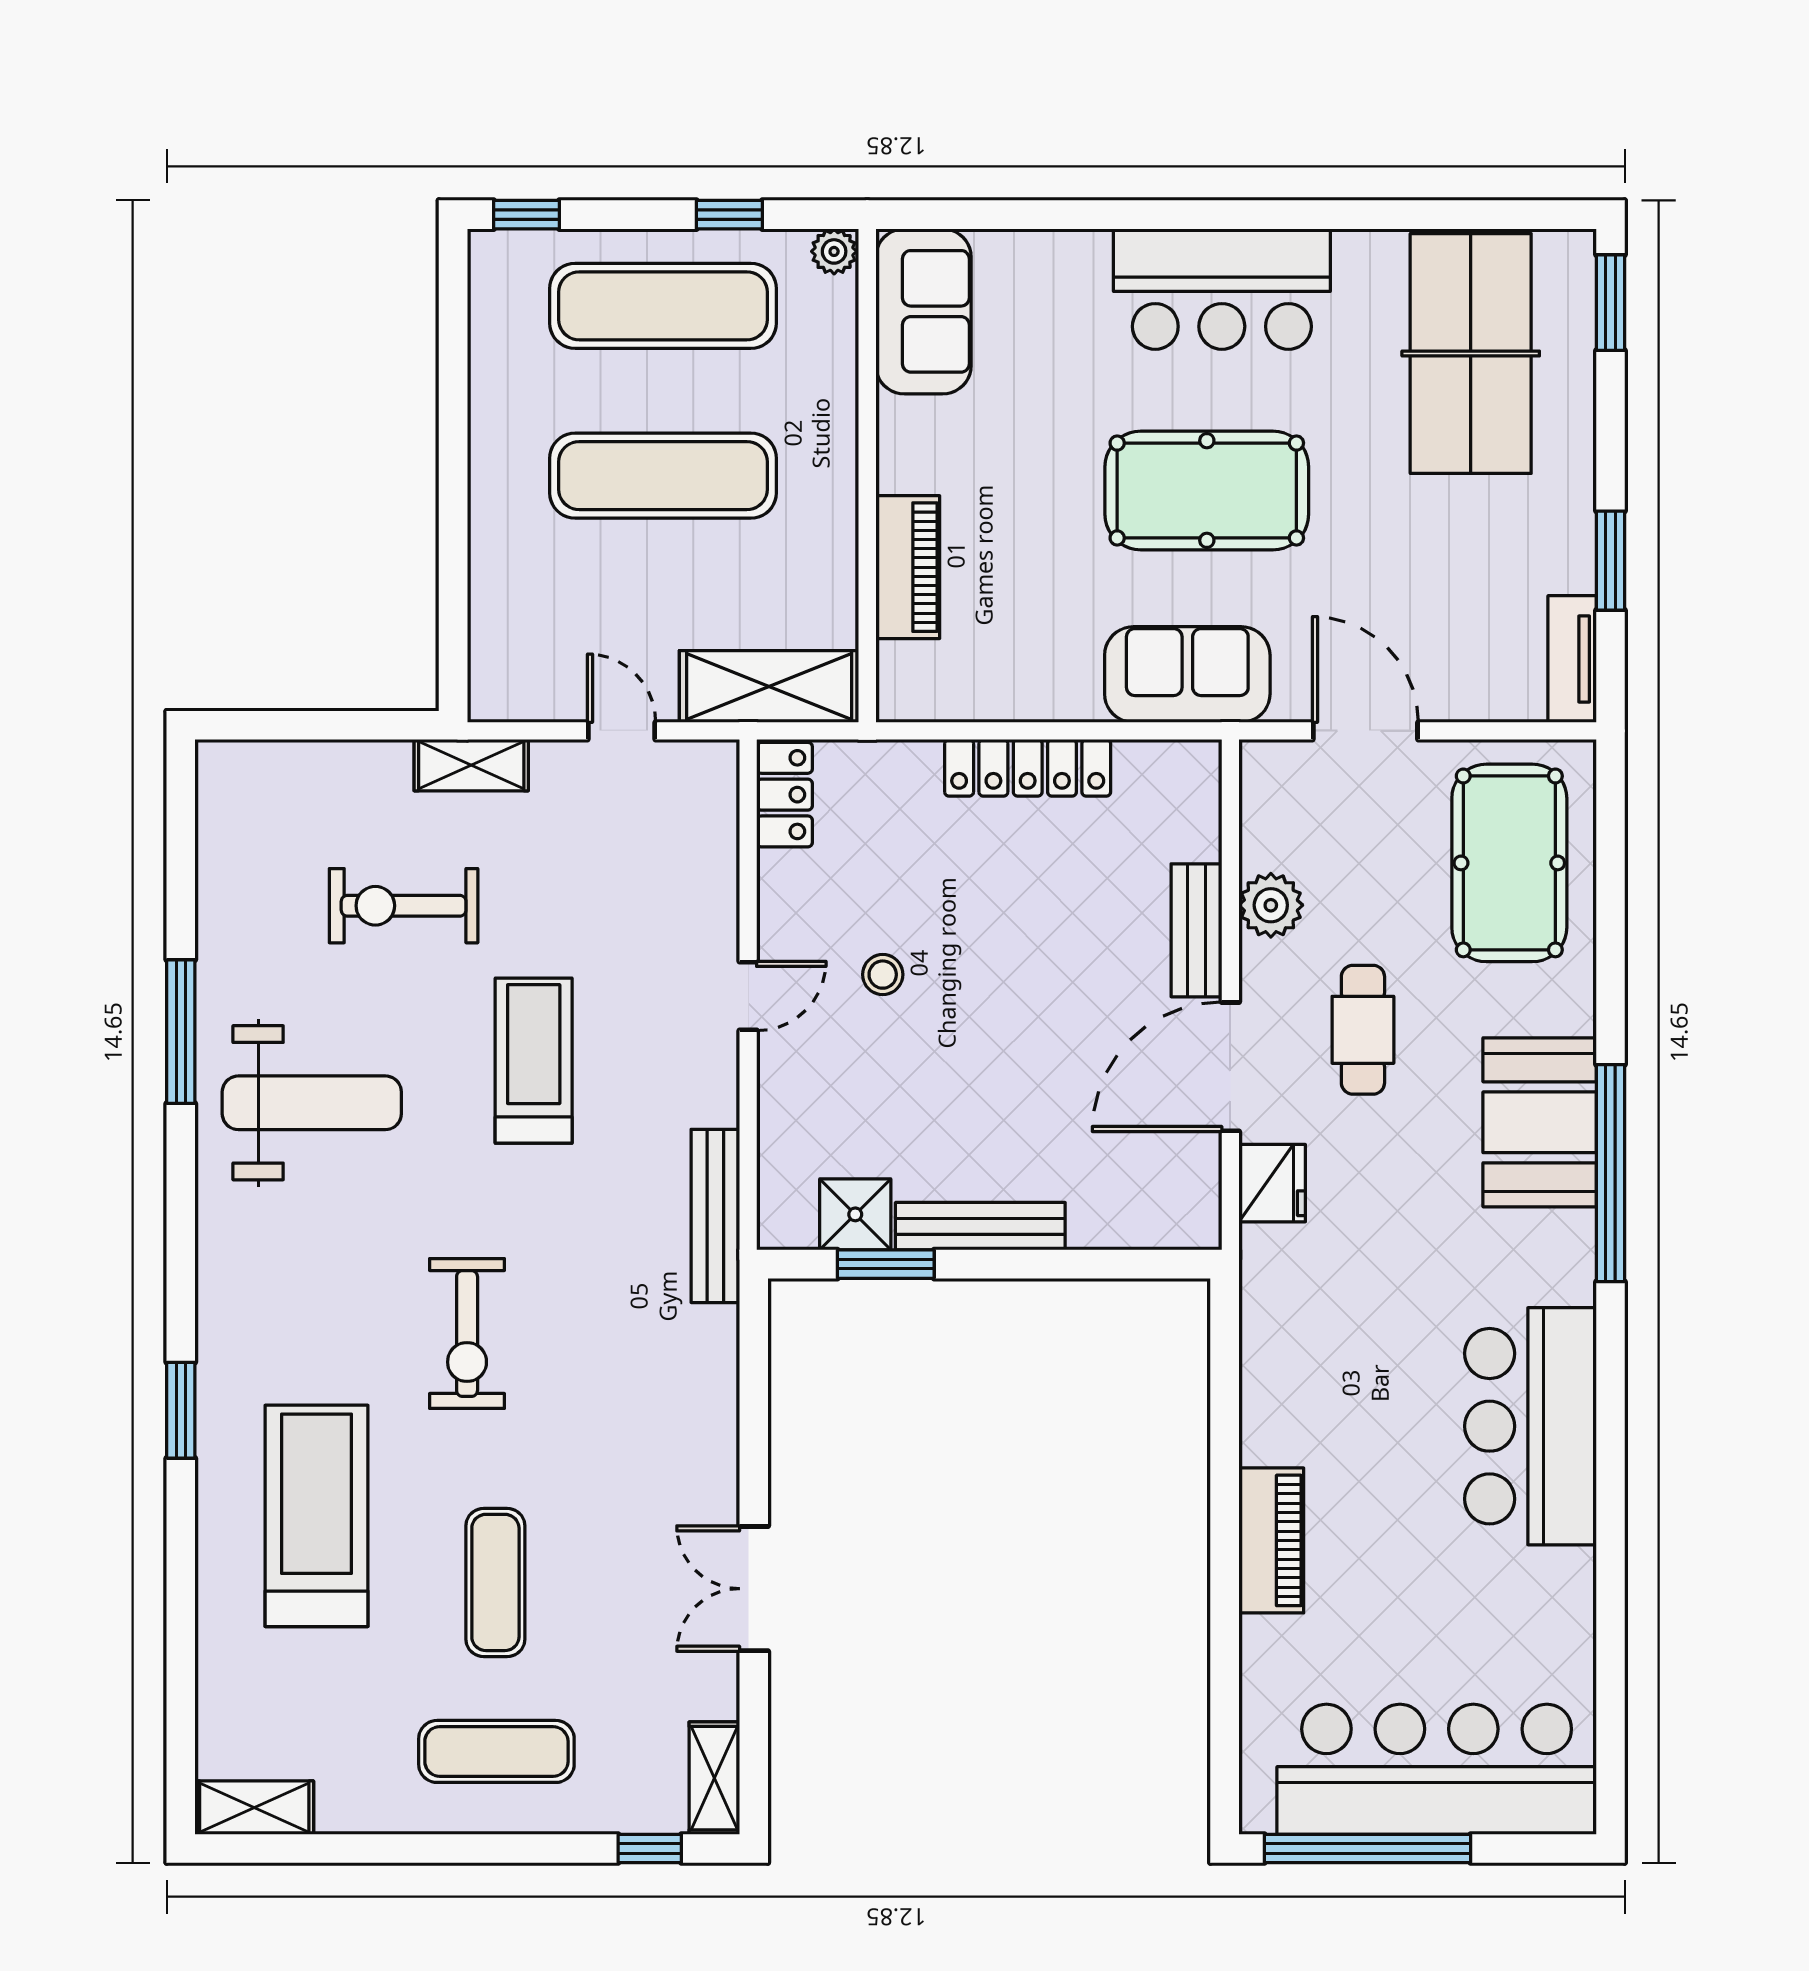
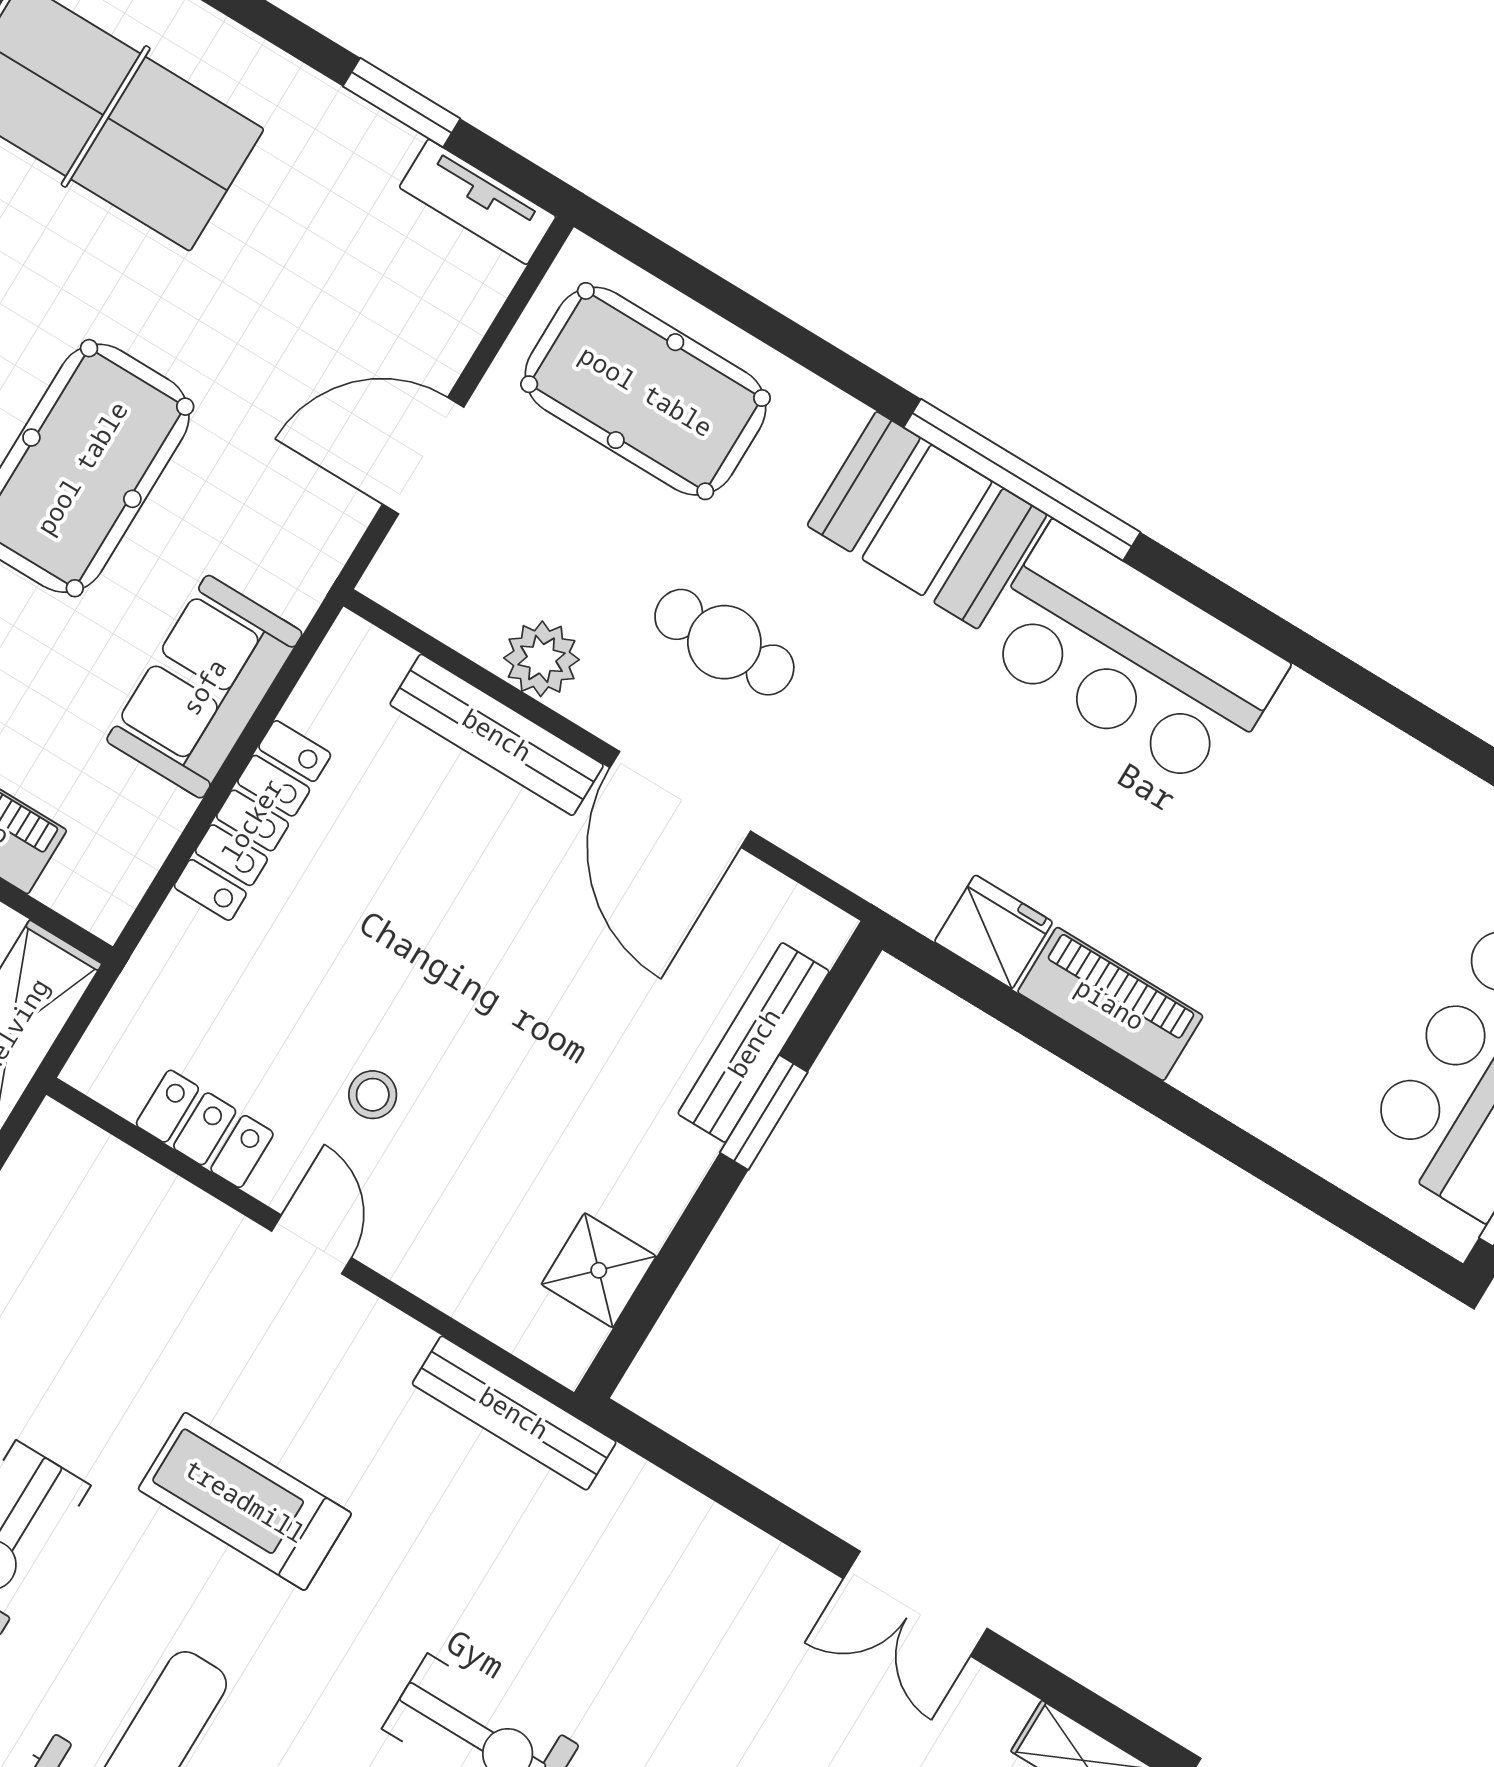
sofa: (1187, 675) -> (204, 687), moved
locker: (785, 795) -> (205, 1129), moved
bench: (1196, 930) -> (497, 735), width x1.36
fridge: (1272, 1183) -> (994, 932), moved
bench: (980, 1226) -> (754, 1043), moved
window: (886, 1264) -> (764, 1112), moved
bar counter: (1530, 1426) -> (1132, 657), moved
piano: (1271, 1540) -> (1110, 1004), moved

